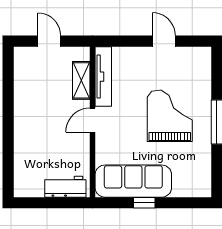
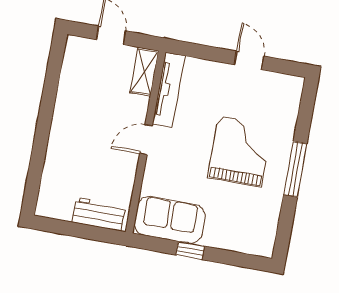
shelving: (81, 80) -> (144, 72), moved
sofa: (133, 181) -> (170, 220), width x0.73

